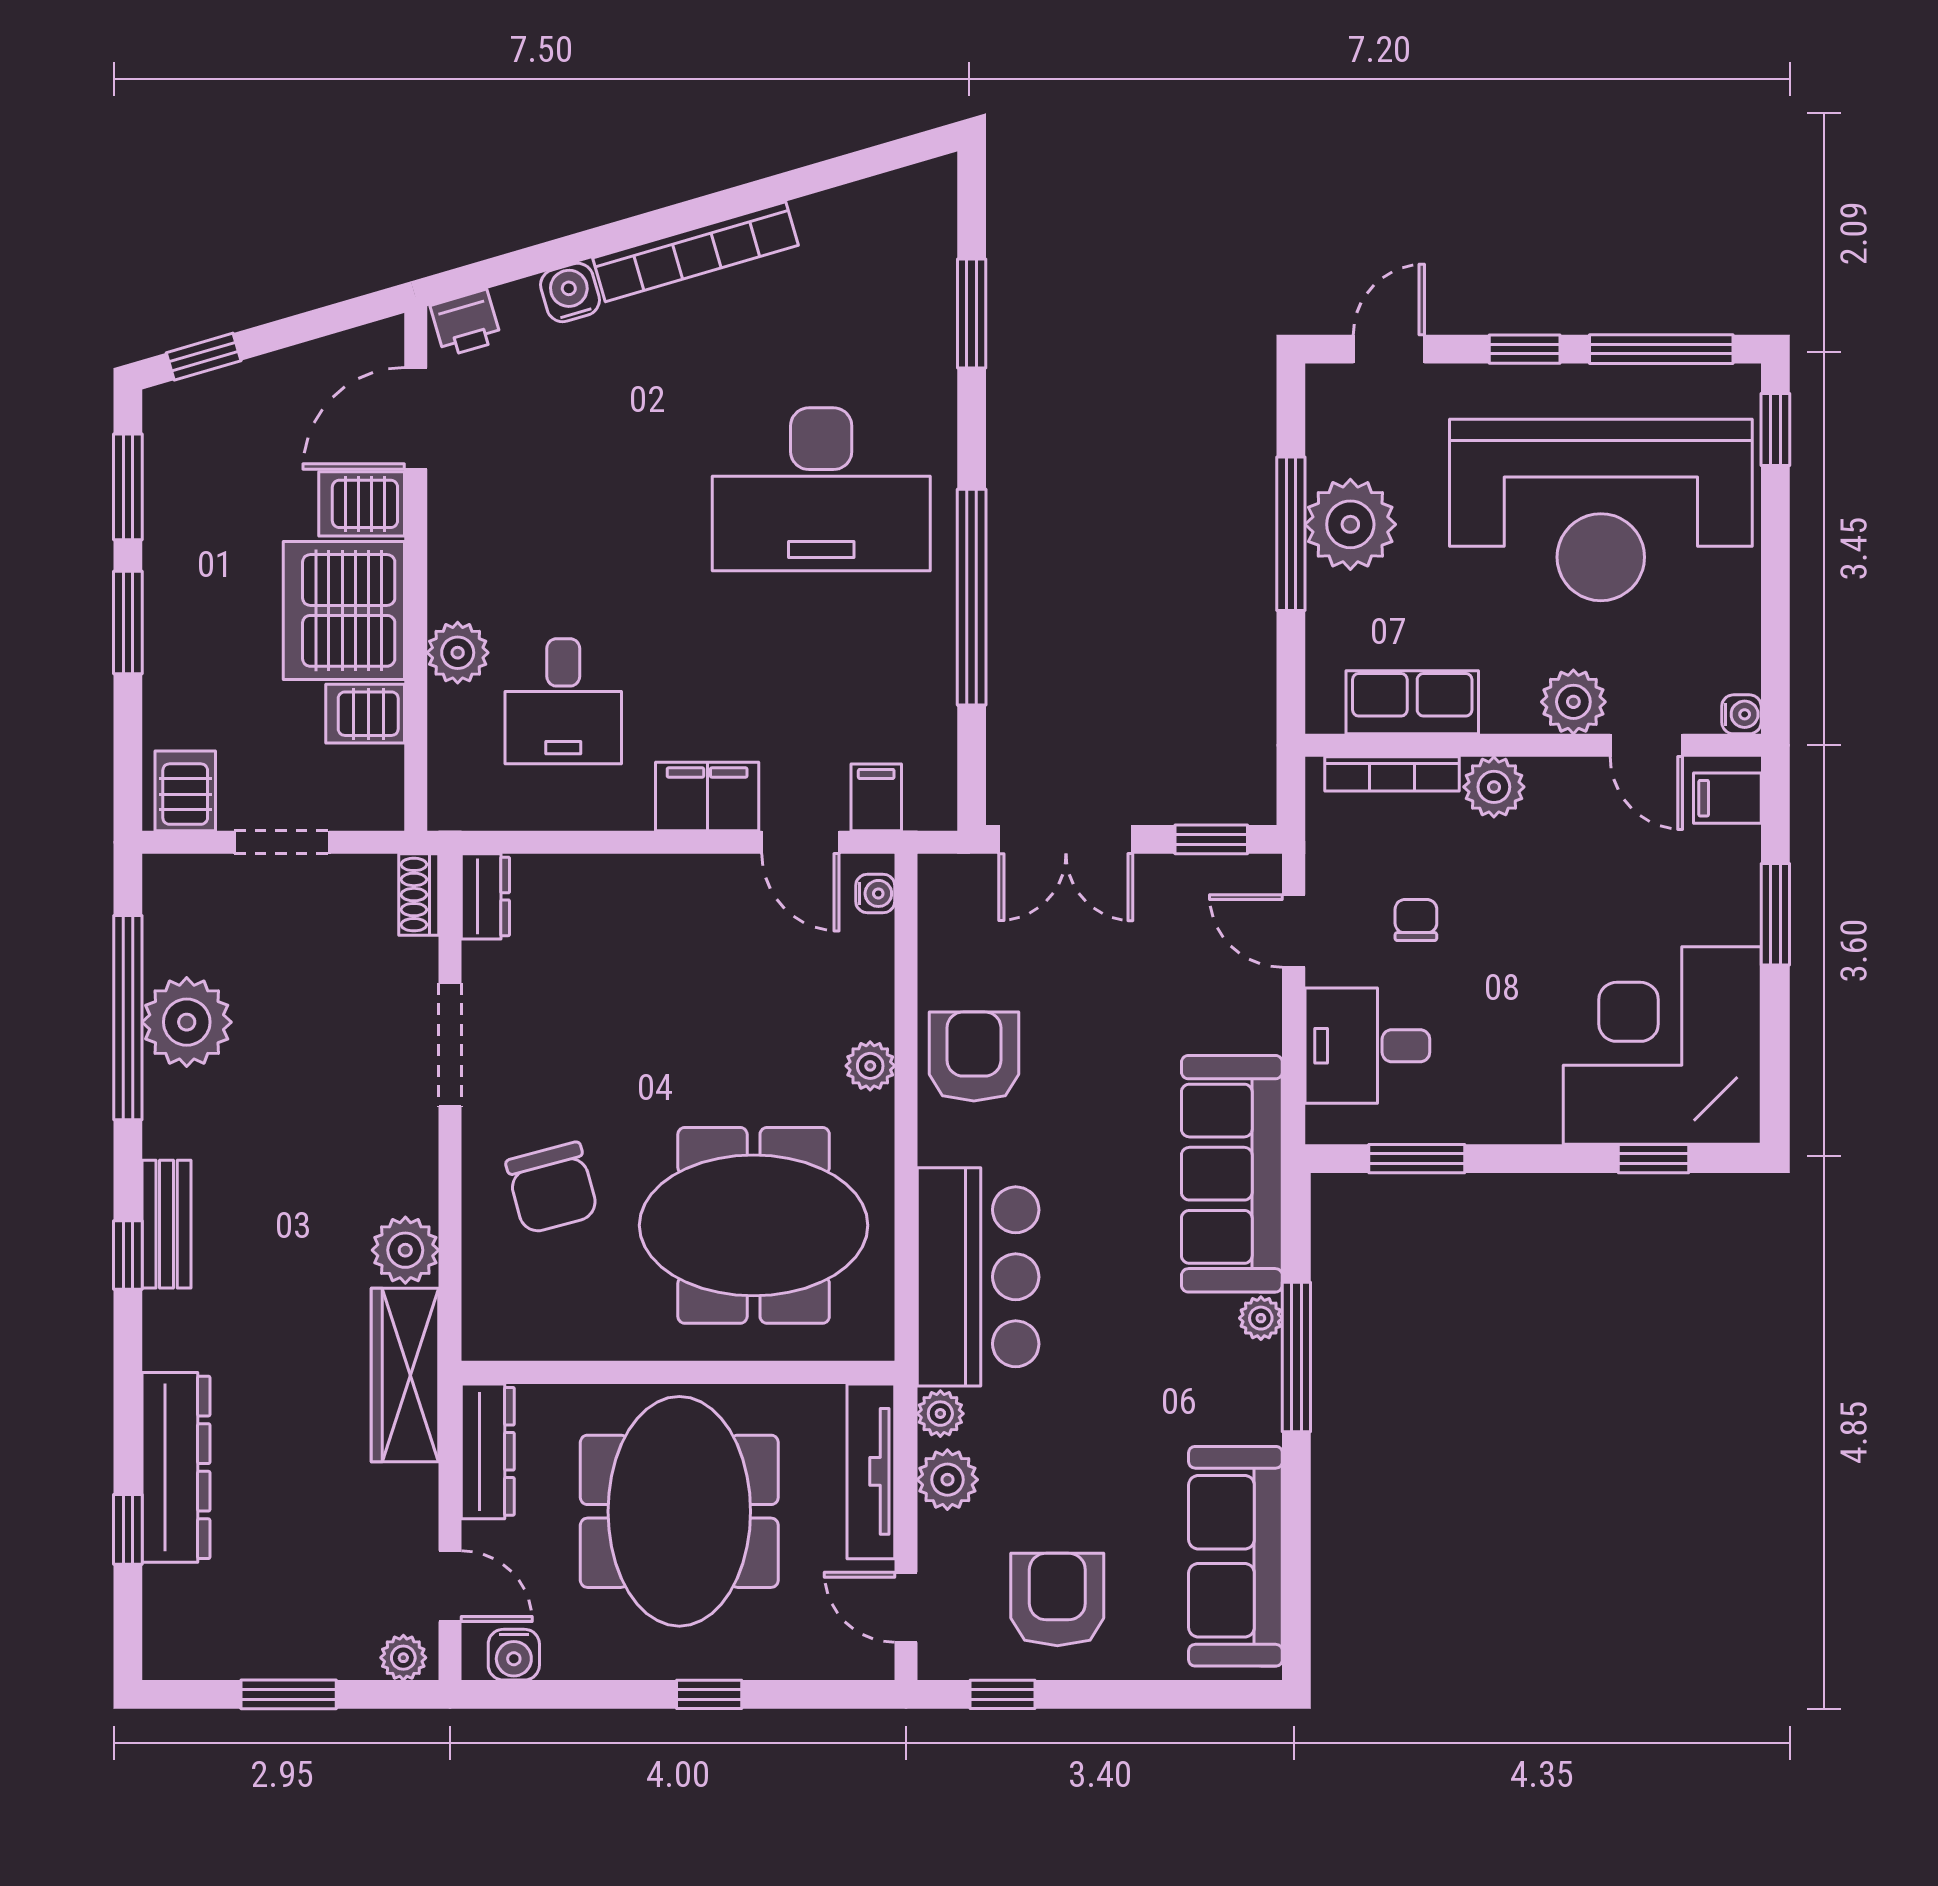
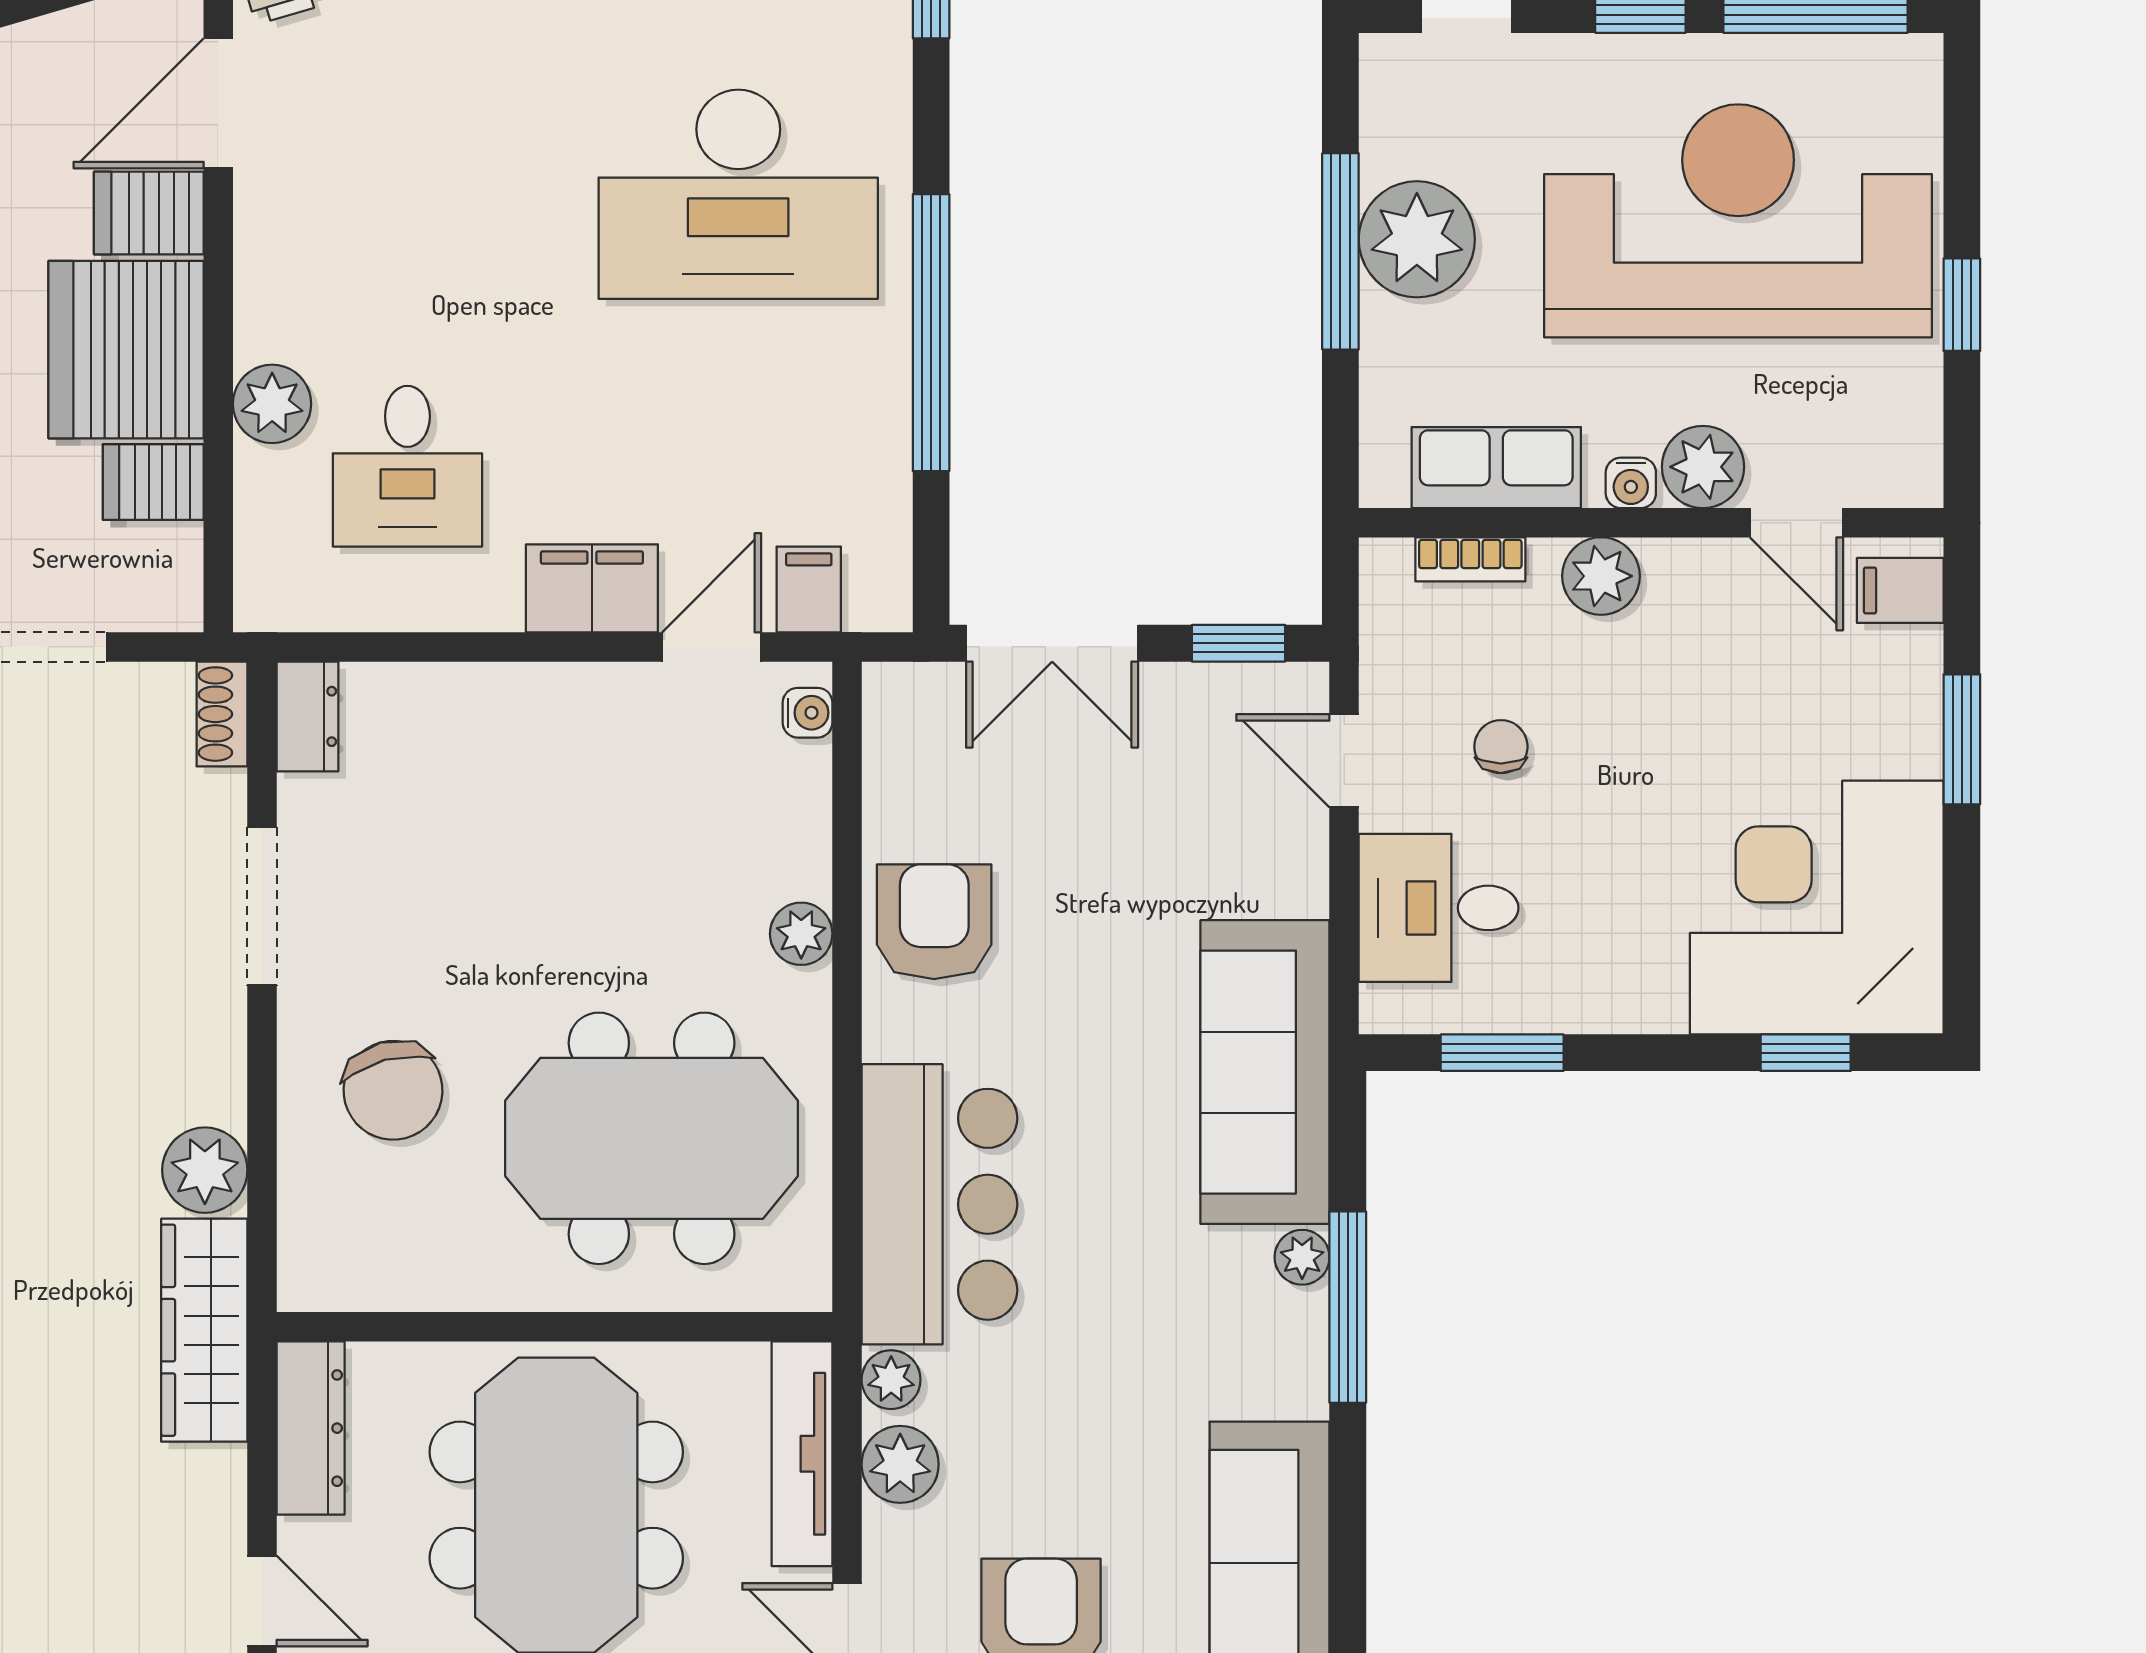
window: (1775, 429) -> (1962, 305), moved
reception desk: (1601, 510) -> (1738, 221), turned 180
water cooler: (1741, 714) -> (1631, 483), moved, turned 90
bookcase: (1392, 774) -> (1470, 559), width x0.64
door: (800, 842) -> (712, 647), swing flipped

